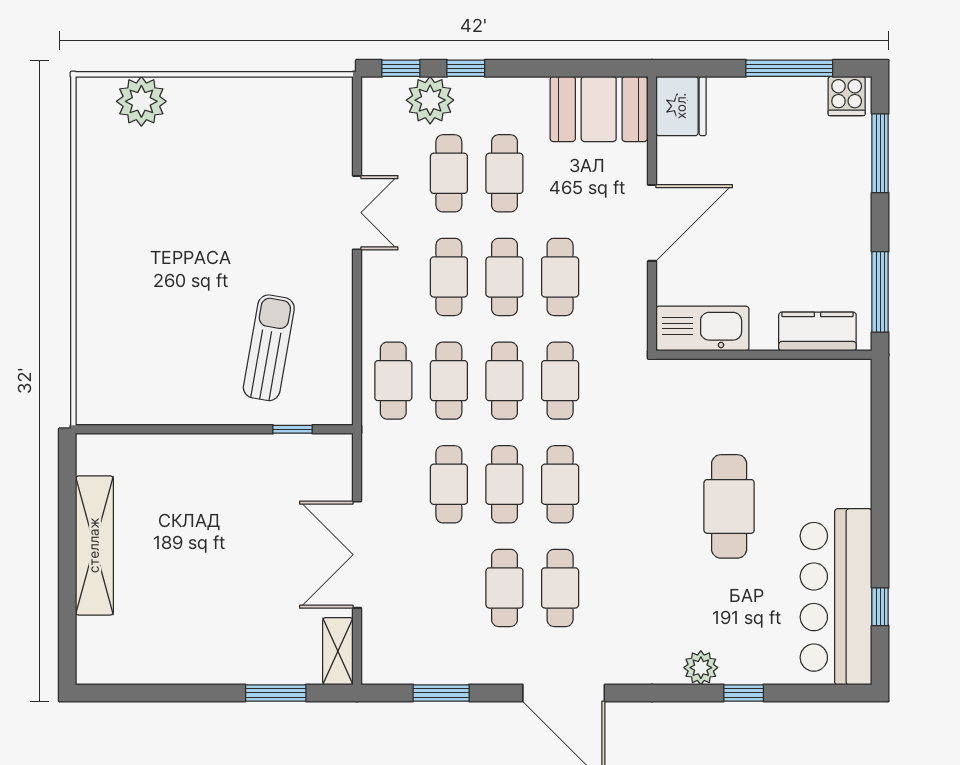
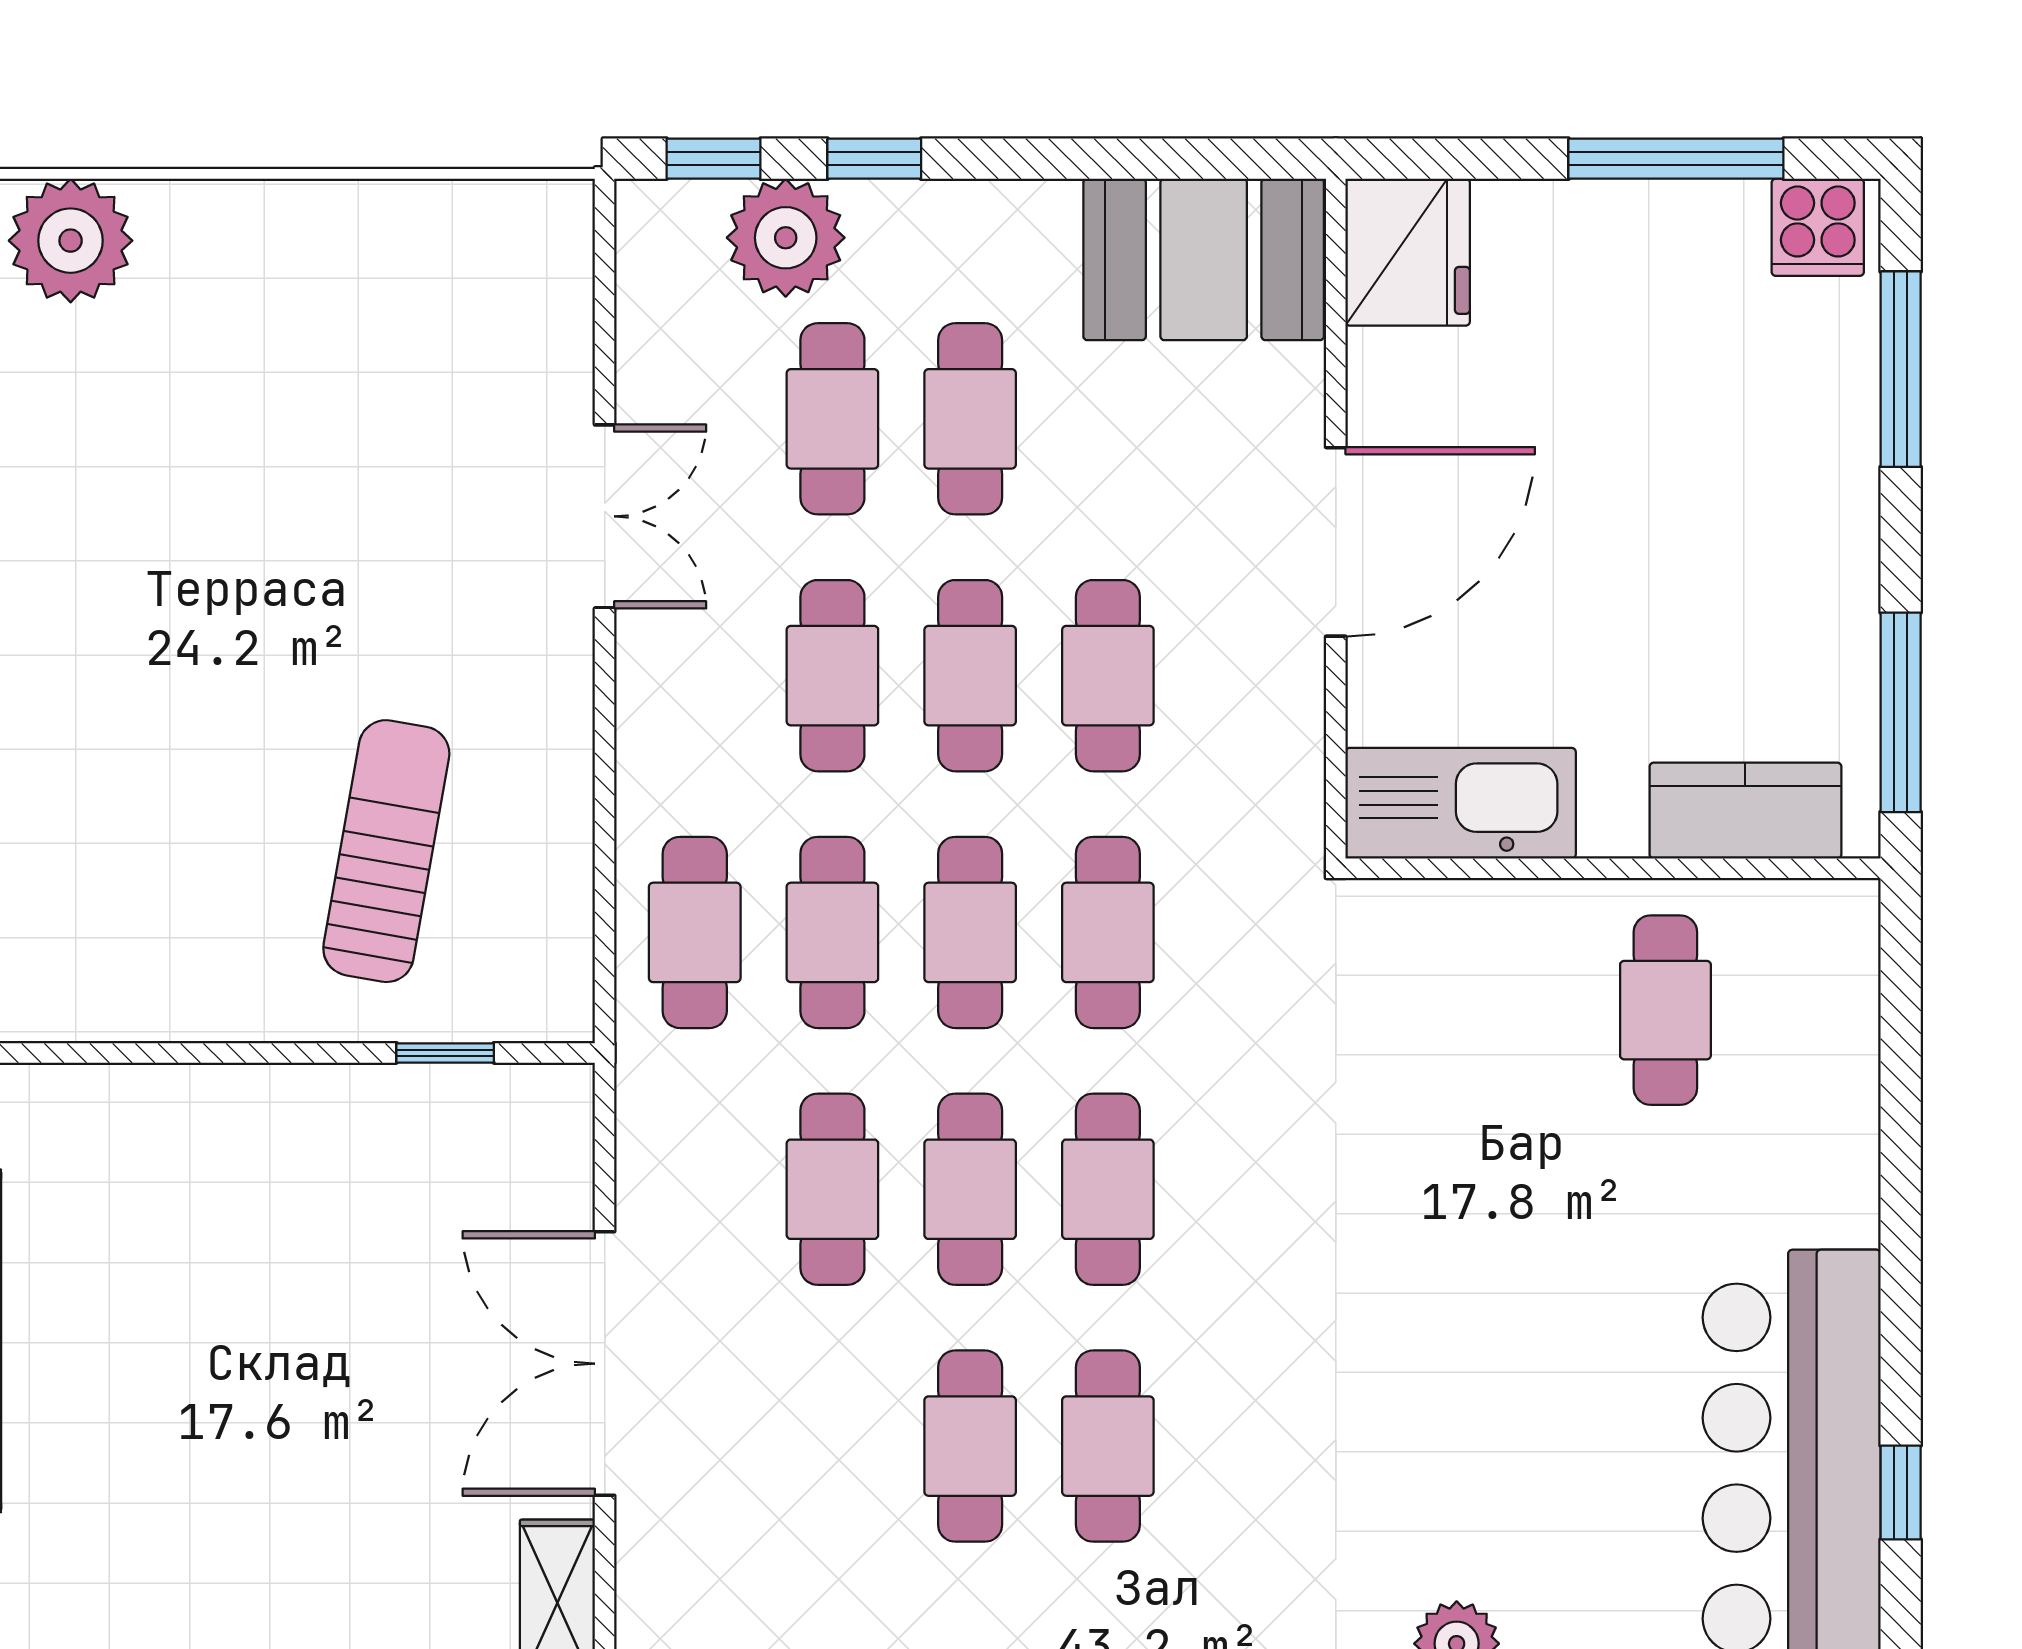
cafe table: (729, 506) -> (1665, 1010), moved, width x0.73, depth x0.74

